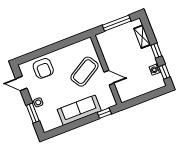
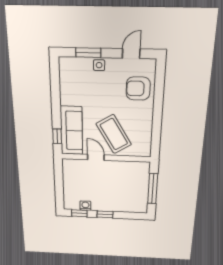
shelving: (142, 37) -> (126, 207), removed
door: (109, 78) -> (96, 157), swing flipped
sofa: (79, 110) -> (71, 131), moved

